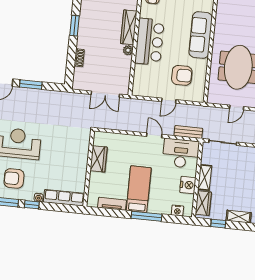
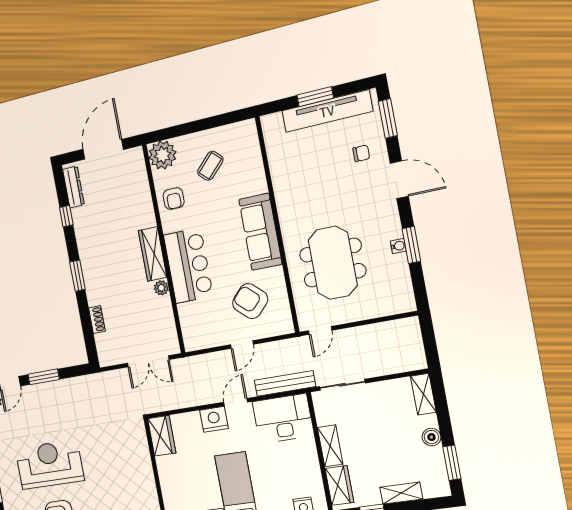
armchair: (182, 75) -> (250, 301), turned -137
door: (237, 108) -> (320, 330), moved
bench: (188, 132) -> (285, 383), width x1.36
door: (154, 135) -> (236, 402), hinge flipped
wardrobe: (99, 159) -> (162, 436), moved
nightstand: (188, 185) -> (214, 419), moved, turned -90

